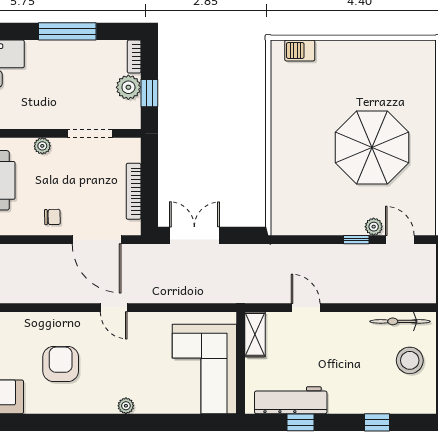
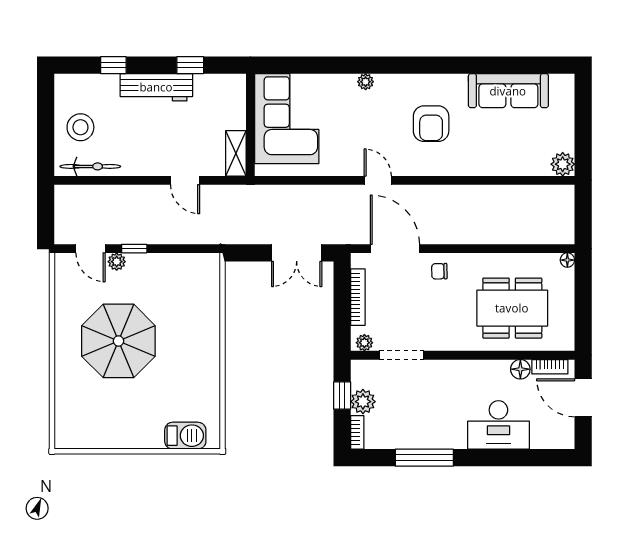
barbecue: (300, 50) -> (185, 436), width x1.38, depth x1.27
plant: (42, 146) -> (364, 343), moved
workbench: (291, 400) -> (156, 87), moved

